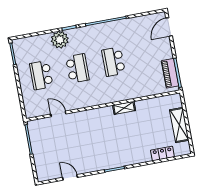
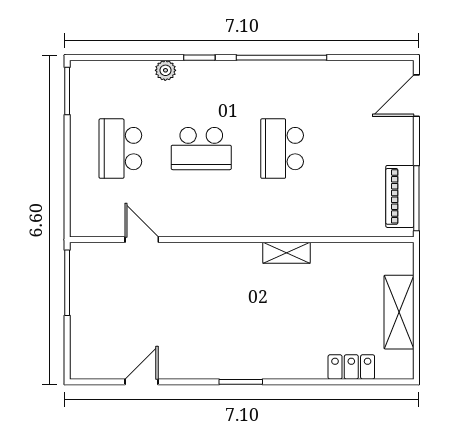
plant: (60, 40) -> (165, 70), width x0.53, depth x0.53
school desk: (77, 68) -> (201, 149), turned 90
door: (70, 177) -> (142, 382), hinge flipped

